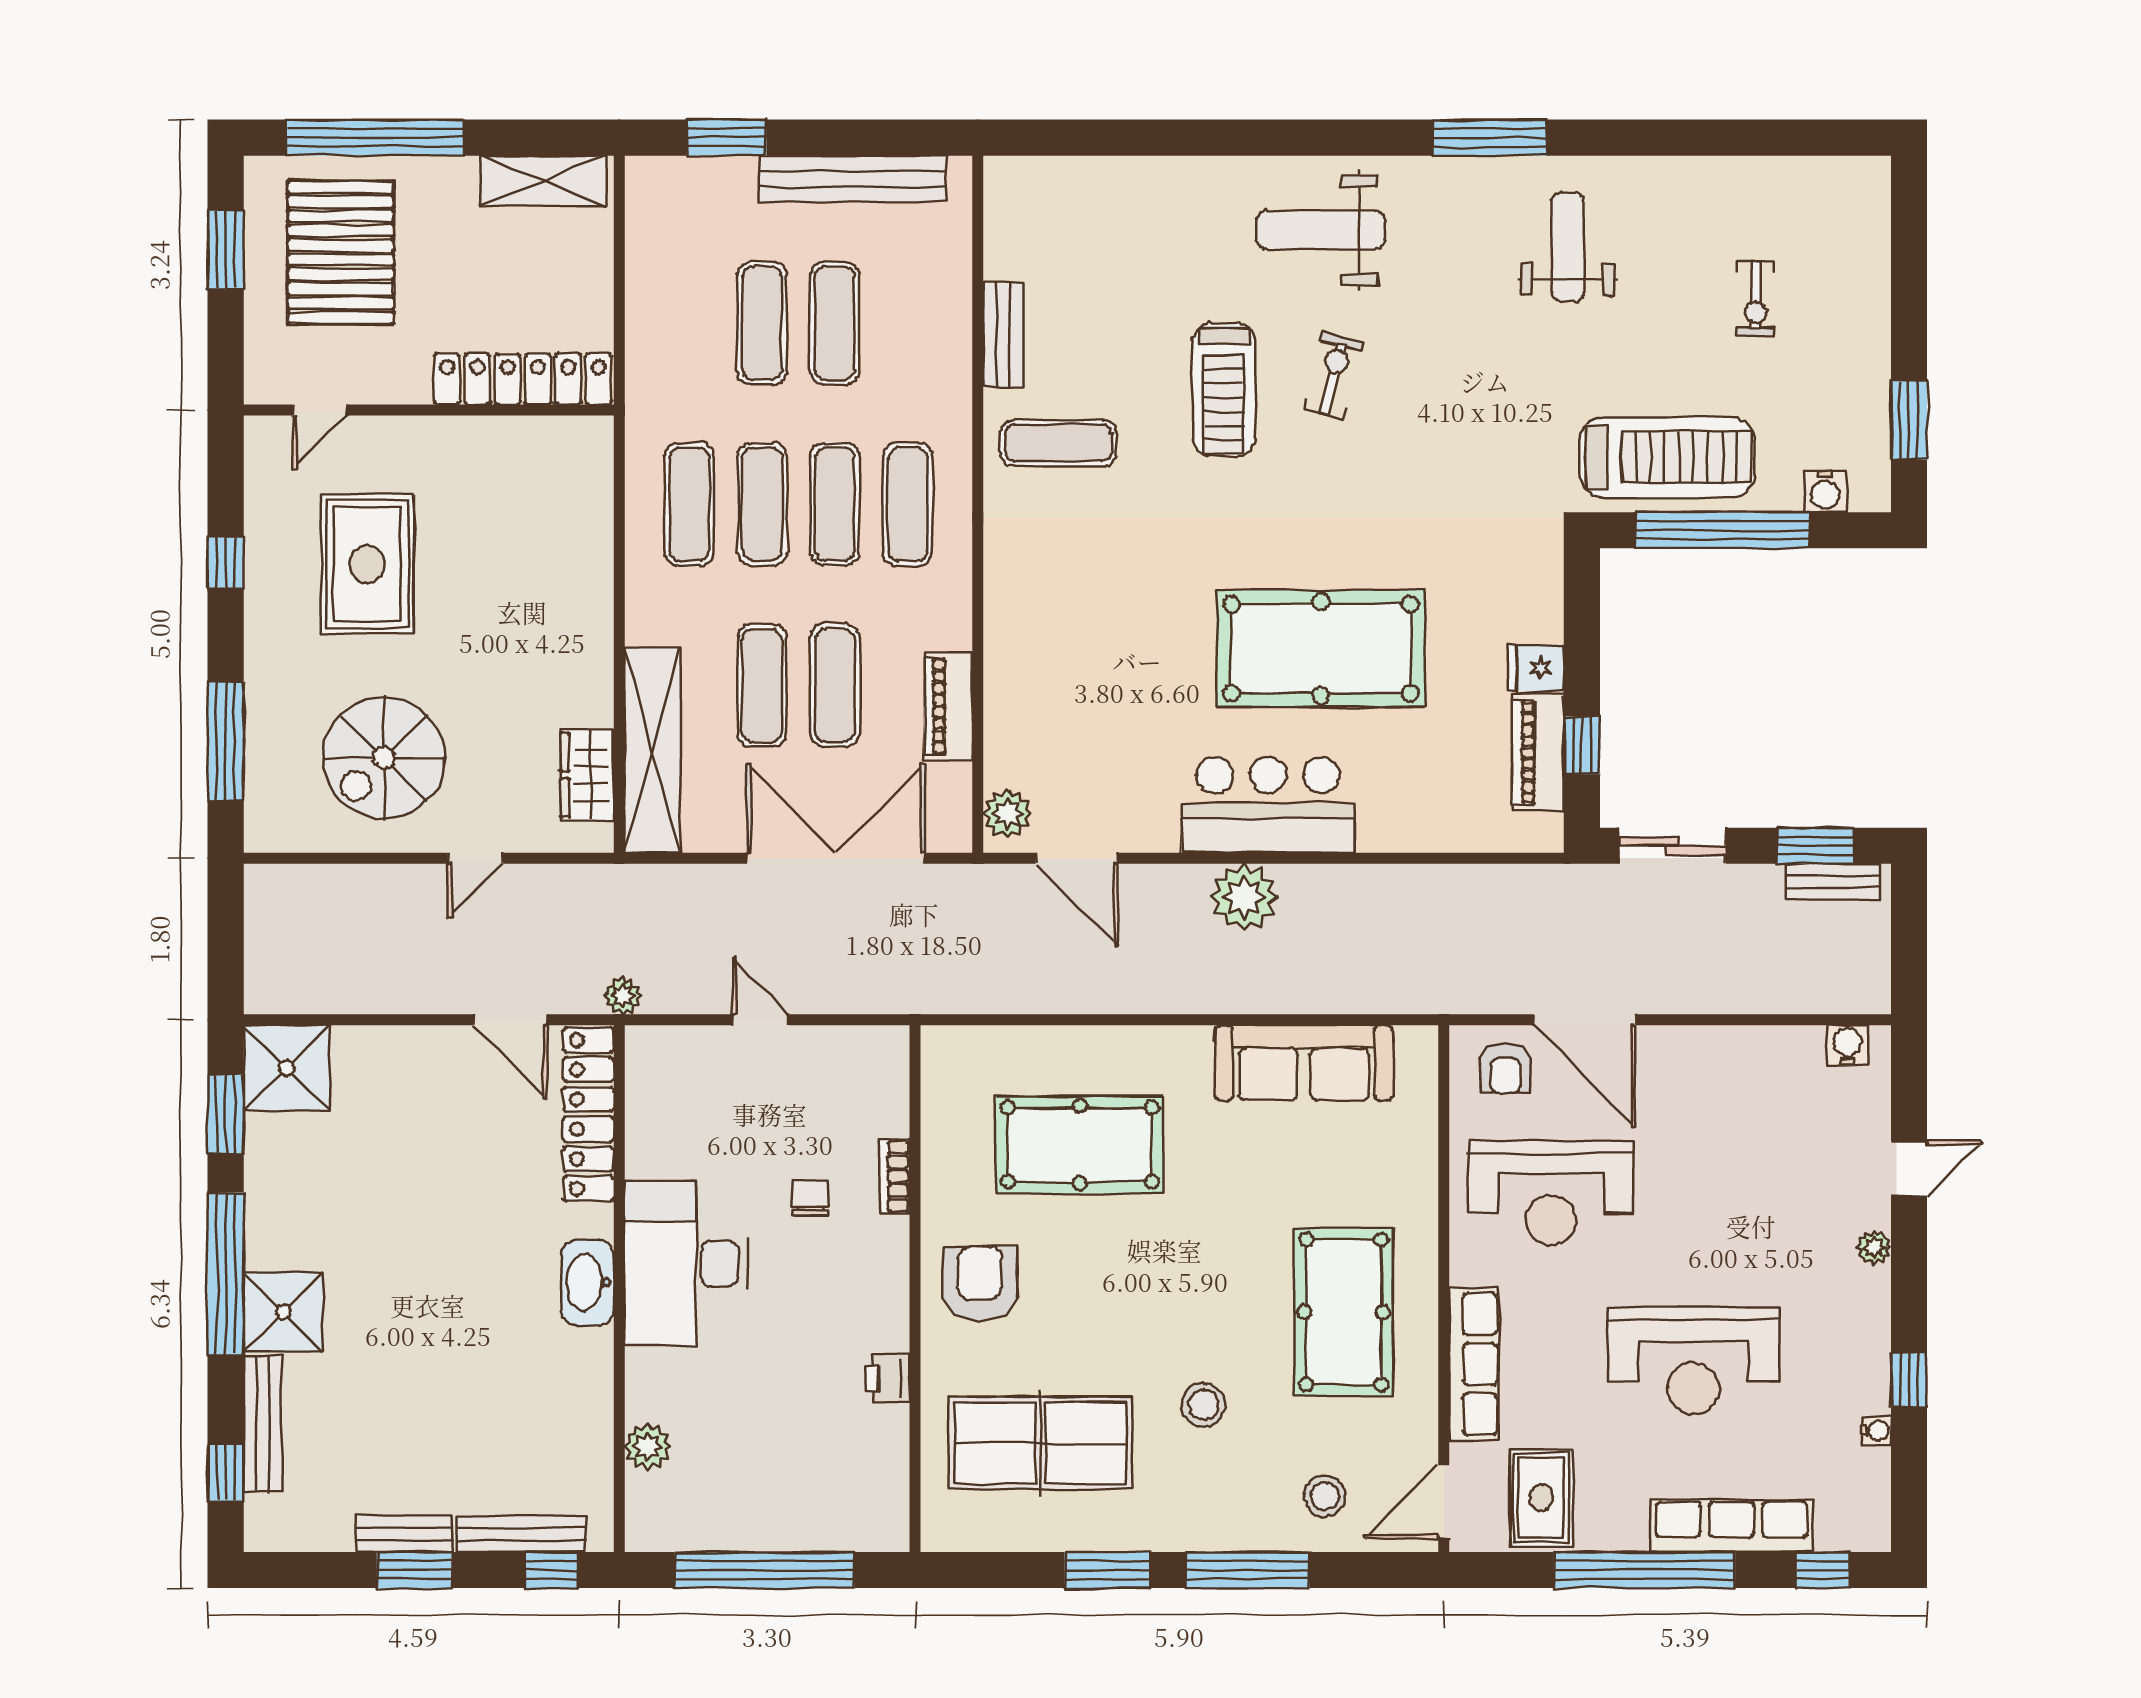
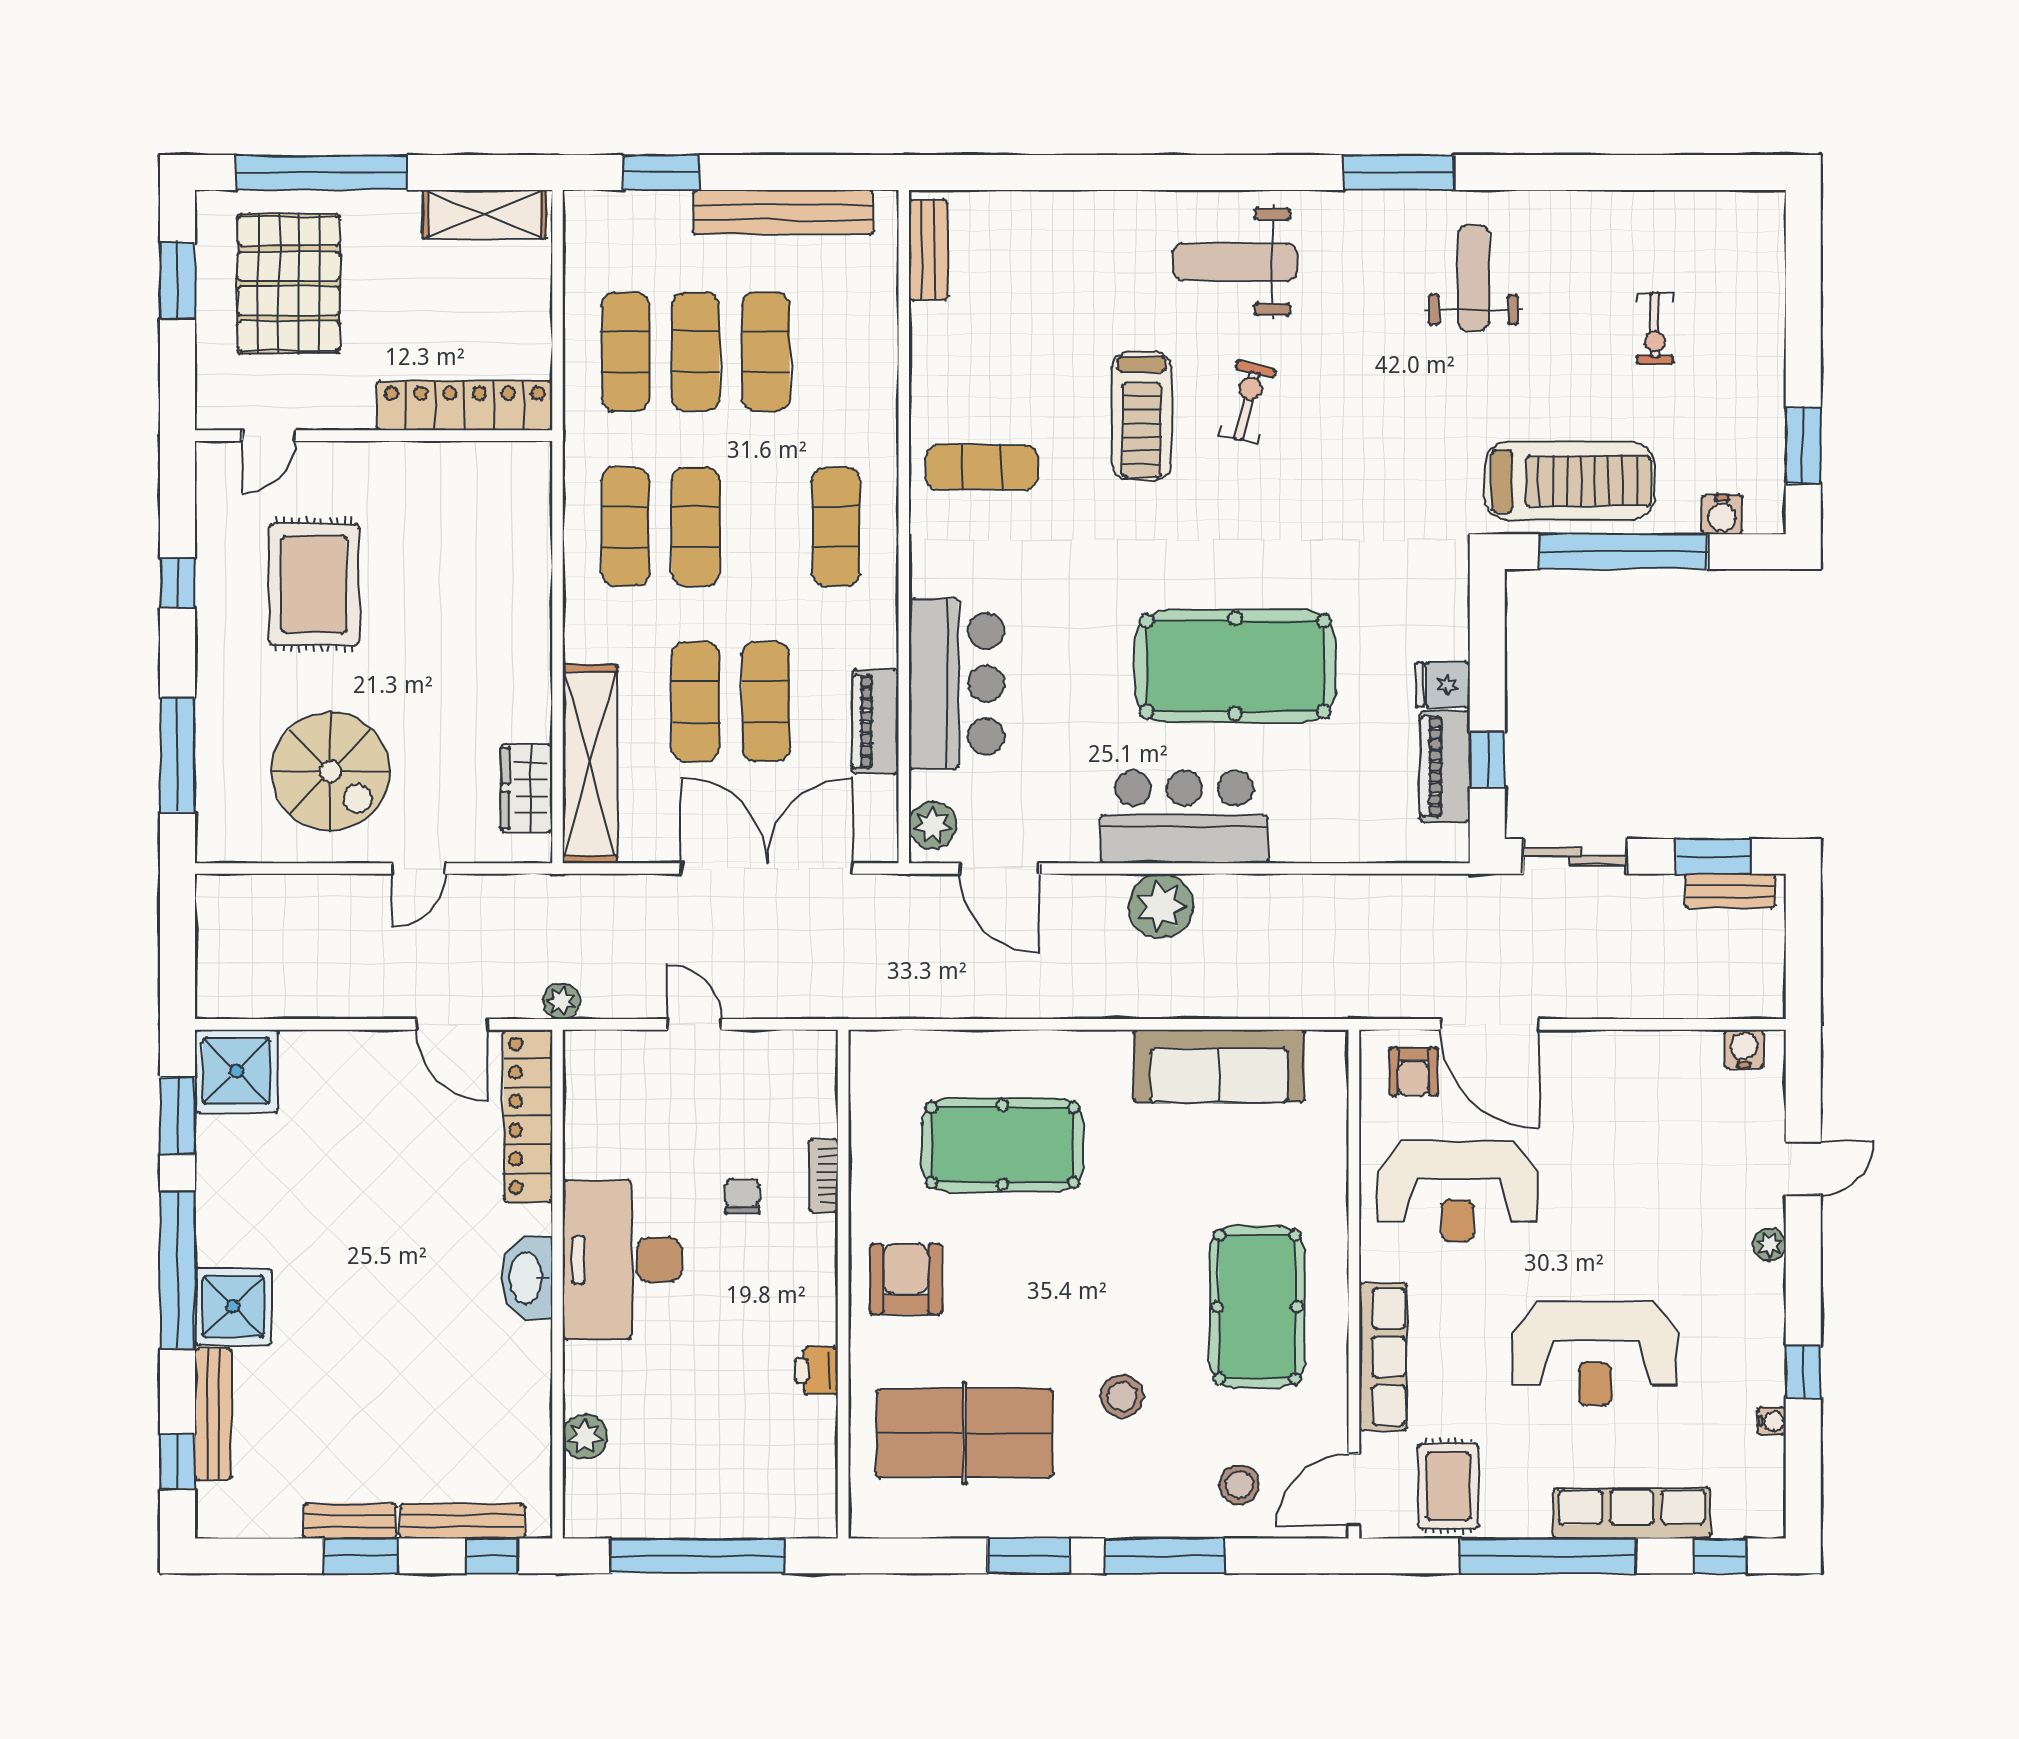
bench: (1003, 335) -> (928, 250), moved
exercise mat: (835, 504) -> (625, 352), moved
bar counter: (1032, 667) -> (957, 684), added
spiral stairs: (384, 758) -> (330, 771), turned -90

